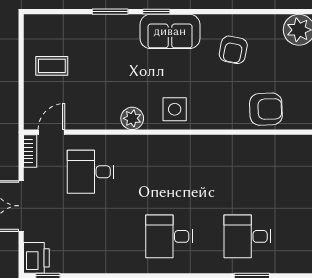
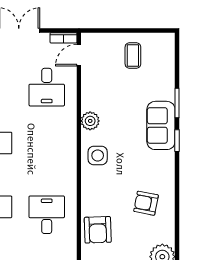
sofa: (170, 31) -> (161, 125), moved
door: (51, 132) -> (79, 55), swing flipped
desk: (91, 172) -> (47, 87), turned 180
desk: (247, 172) -> (47, 215), added

